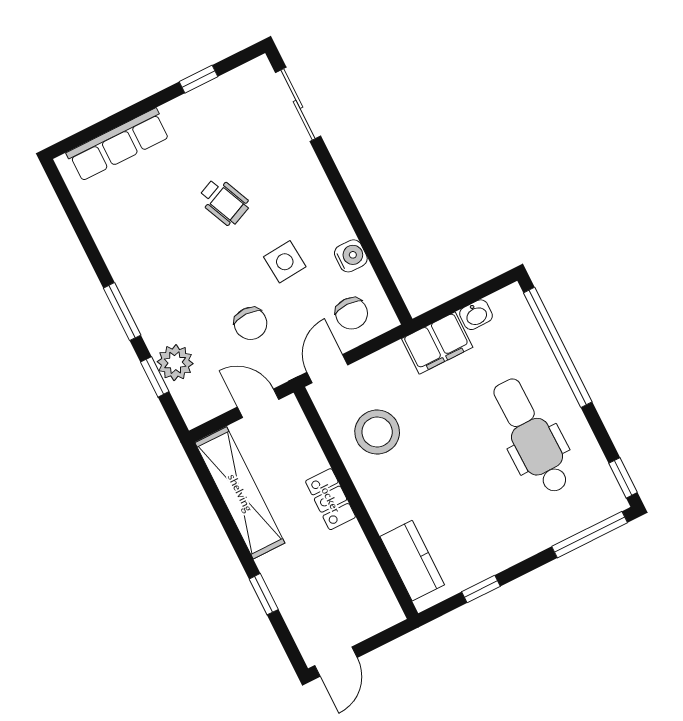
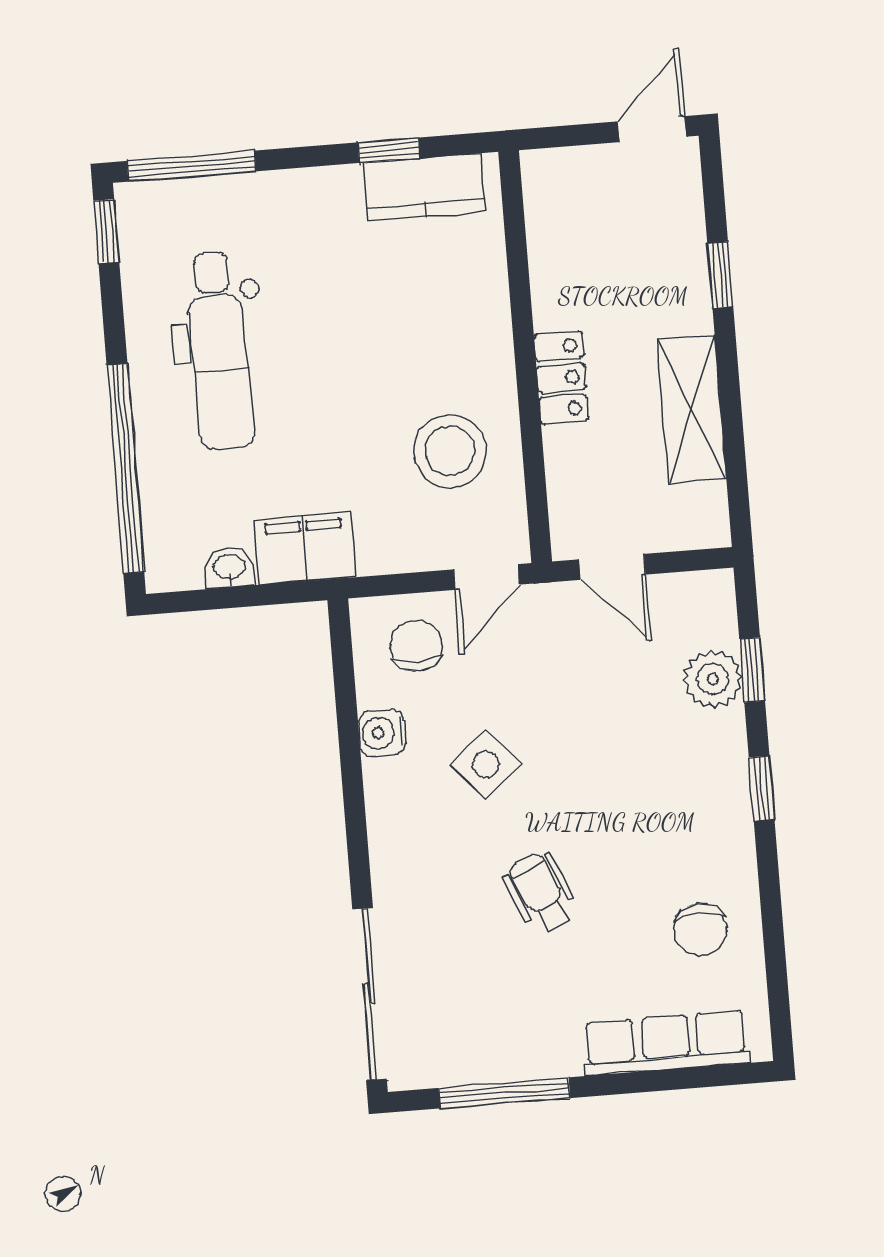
window: (198, 79) -> (504, 1093), width x2.17
sliding door: (298, 104) -> (369, 994), width x1.37
side table: (285, 262) -> (486, 764), turned -36
window: (122, 312) -> (762, 788), width x0.67
chair: (251, 323) -> (700, 930), moved, turned 180
shelving: (240, 493) -> (692, 409), width x0.68
kitchen counter: (412, 561) -> (424, 187), moved, turned -90

